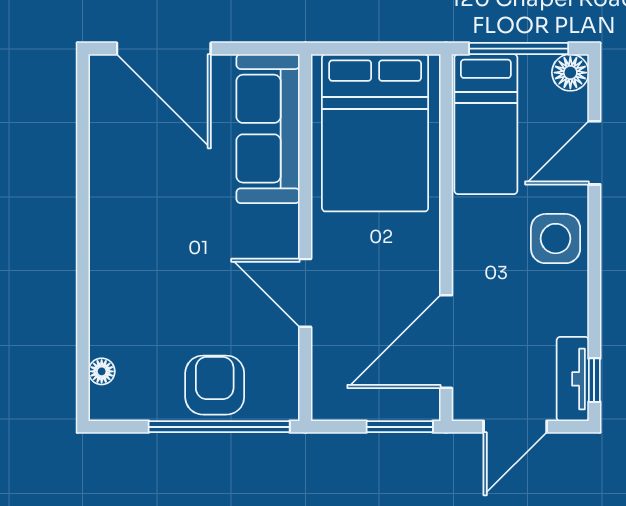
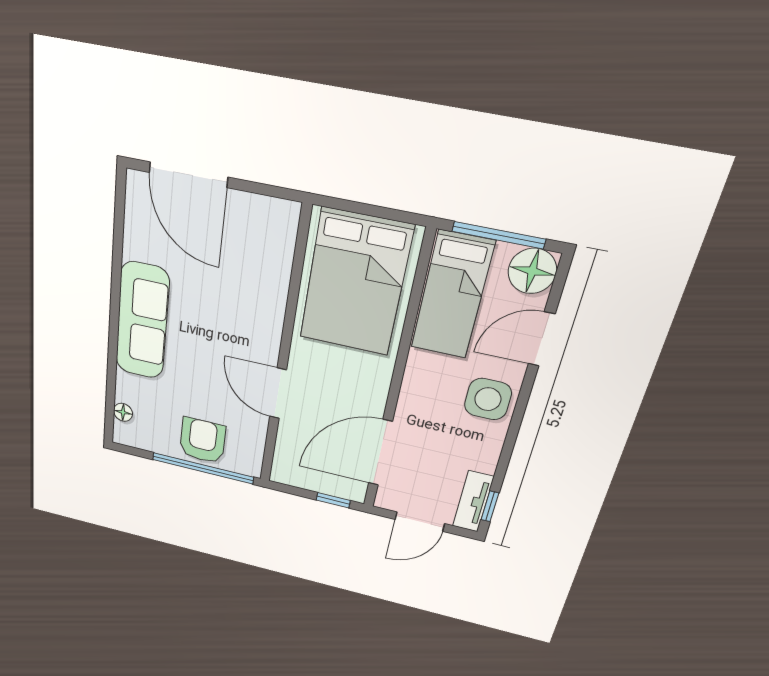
floor lamp: (570, 73) -> (532, 271), width x1.38, depth x1.38
sofa: (268, 129) -> (142, 321), moved, turned 180
window: (400, 427) -> (333, 500), width x0.67

